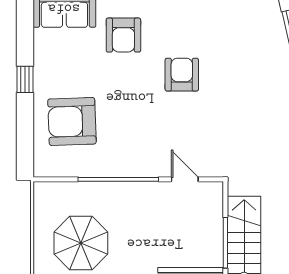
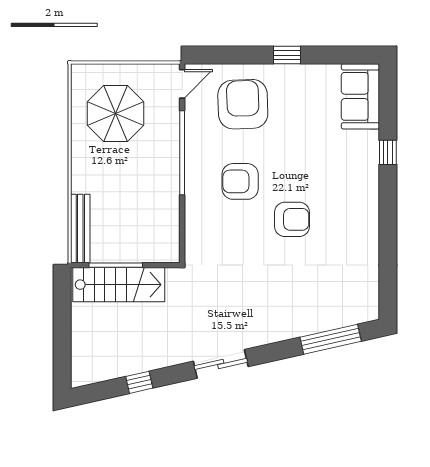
armchair: (123, 35) -> (240, 181), moved
door: (185, 179) -> (182, 84), moved

